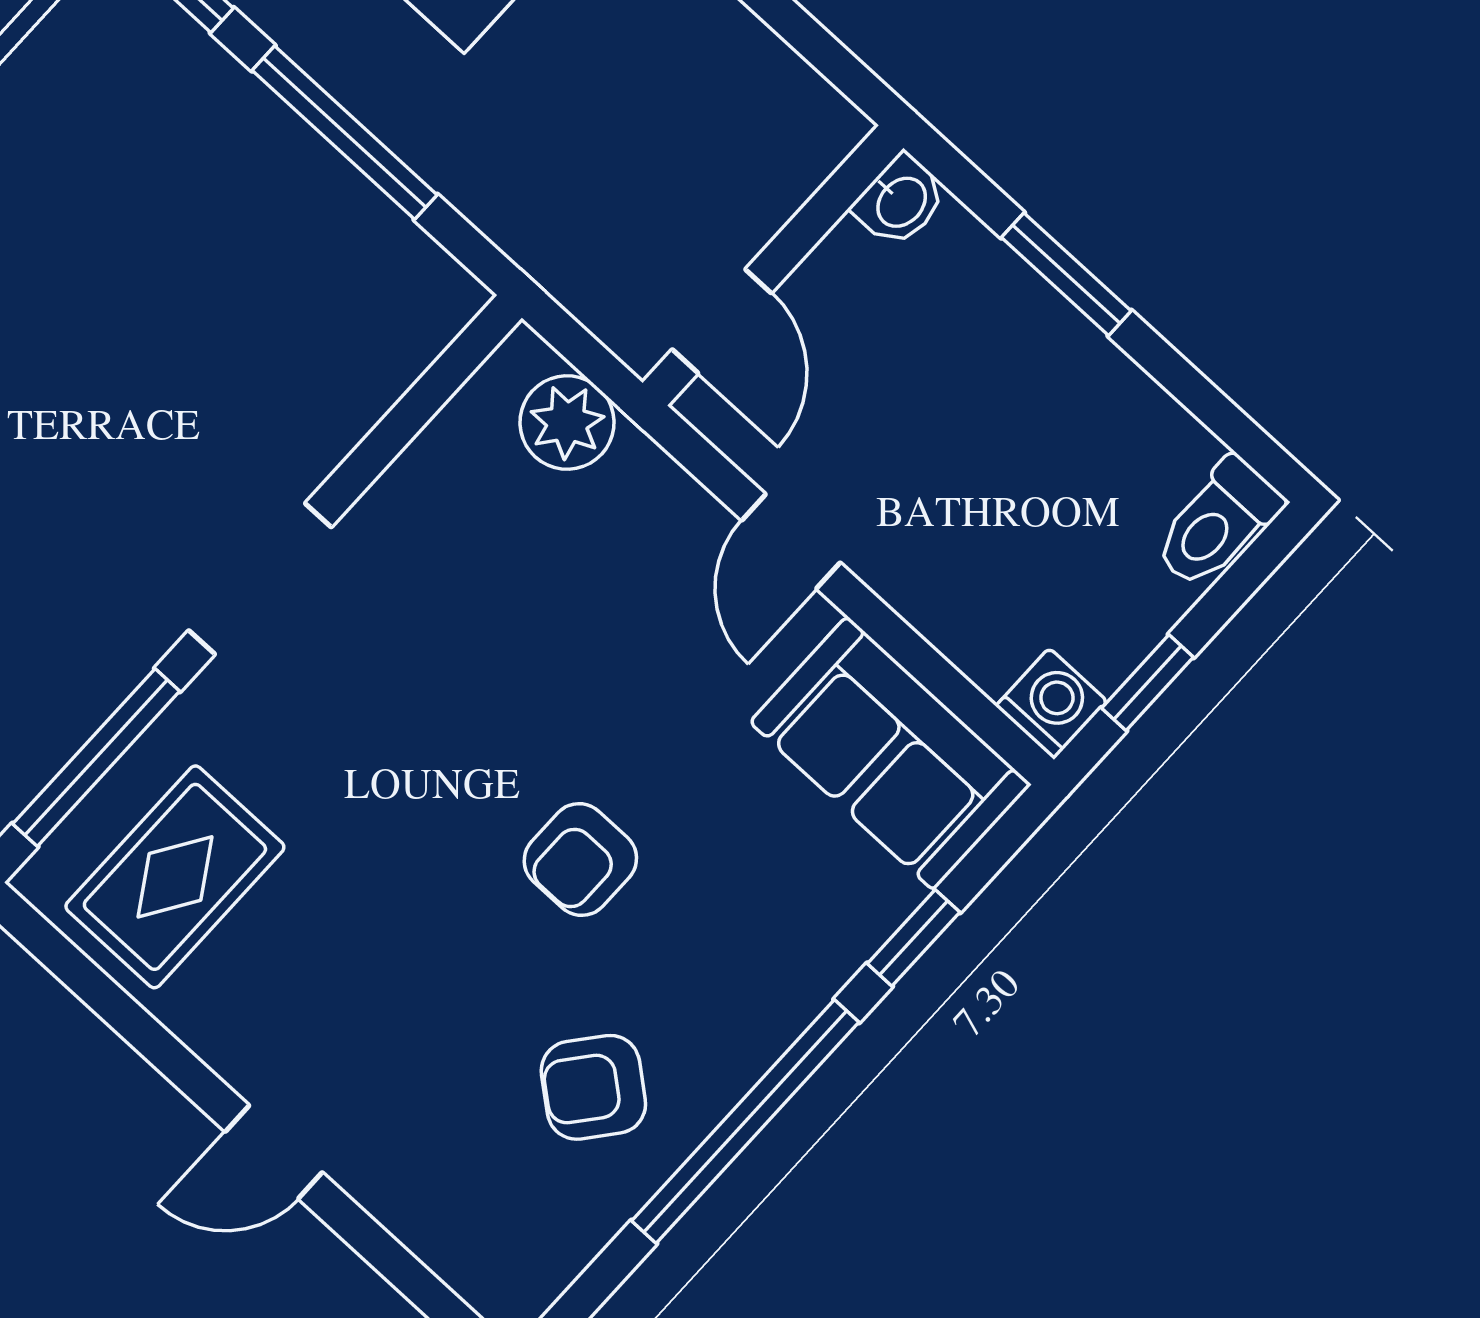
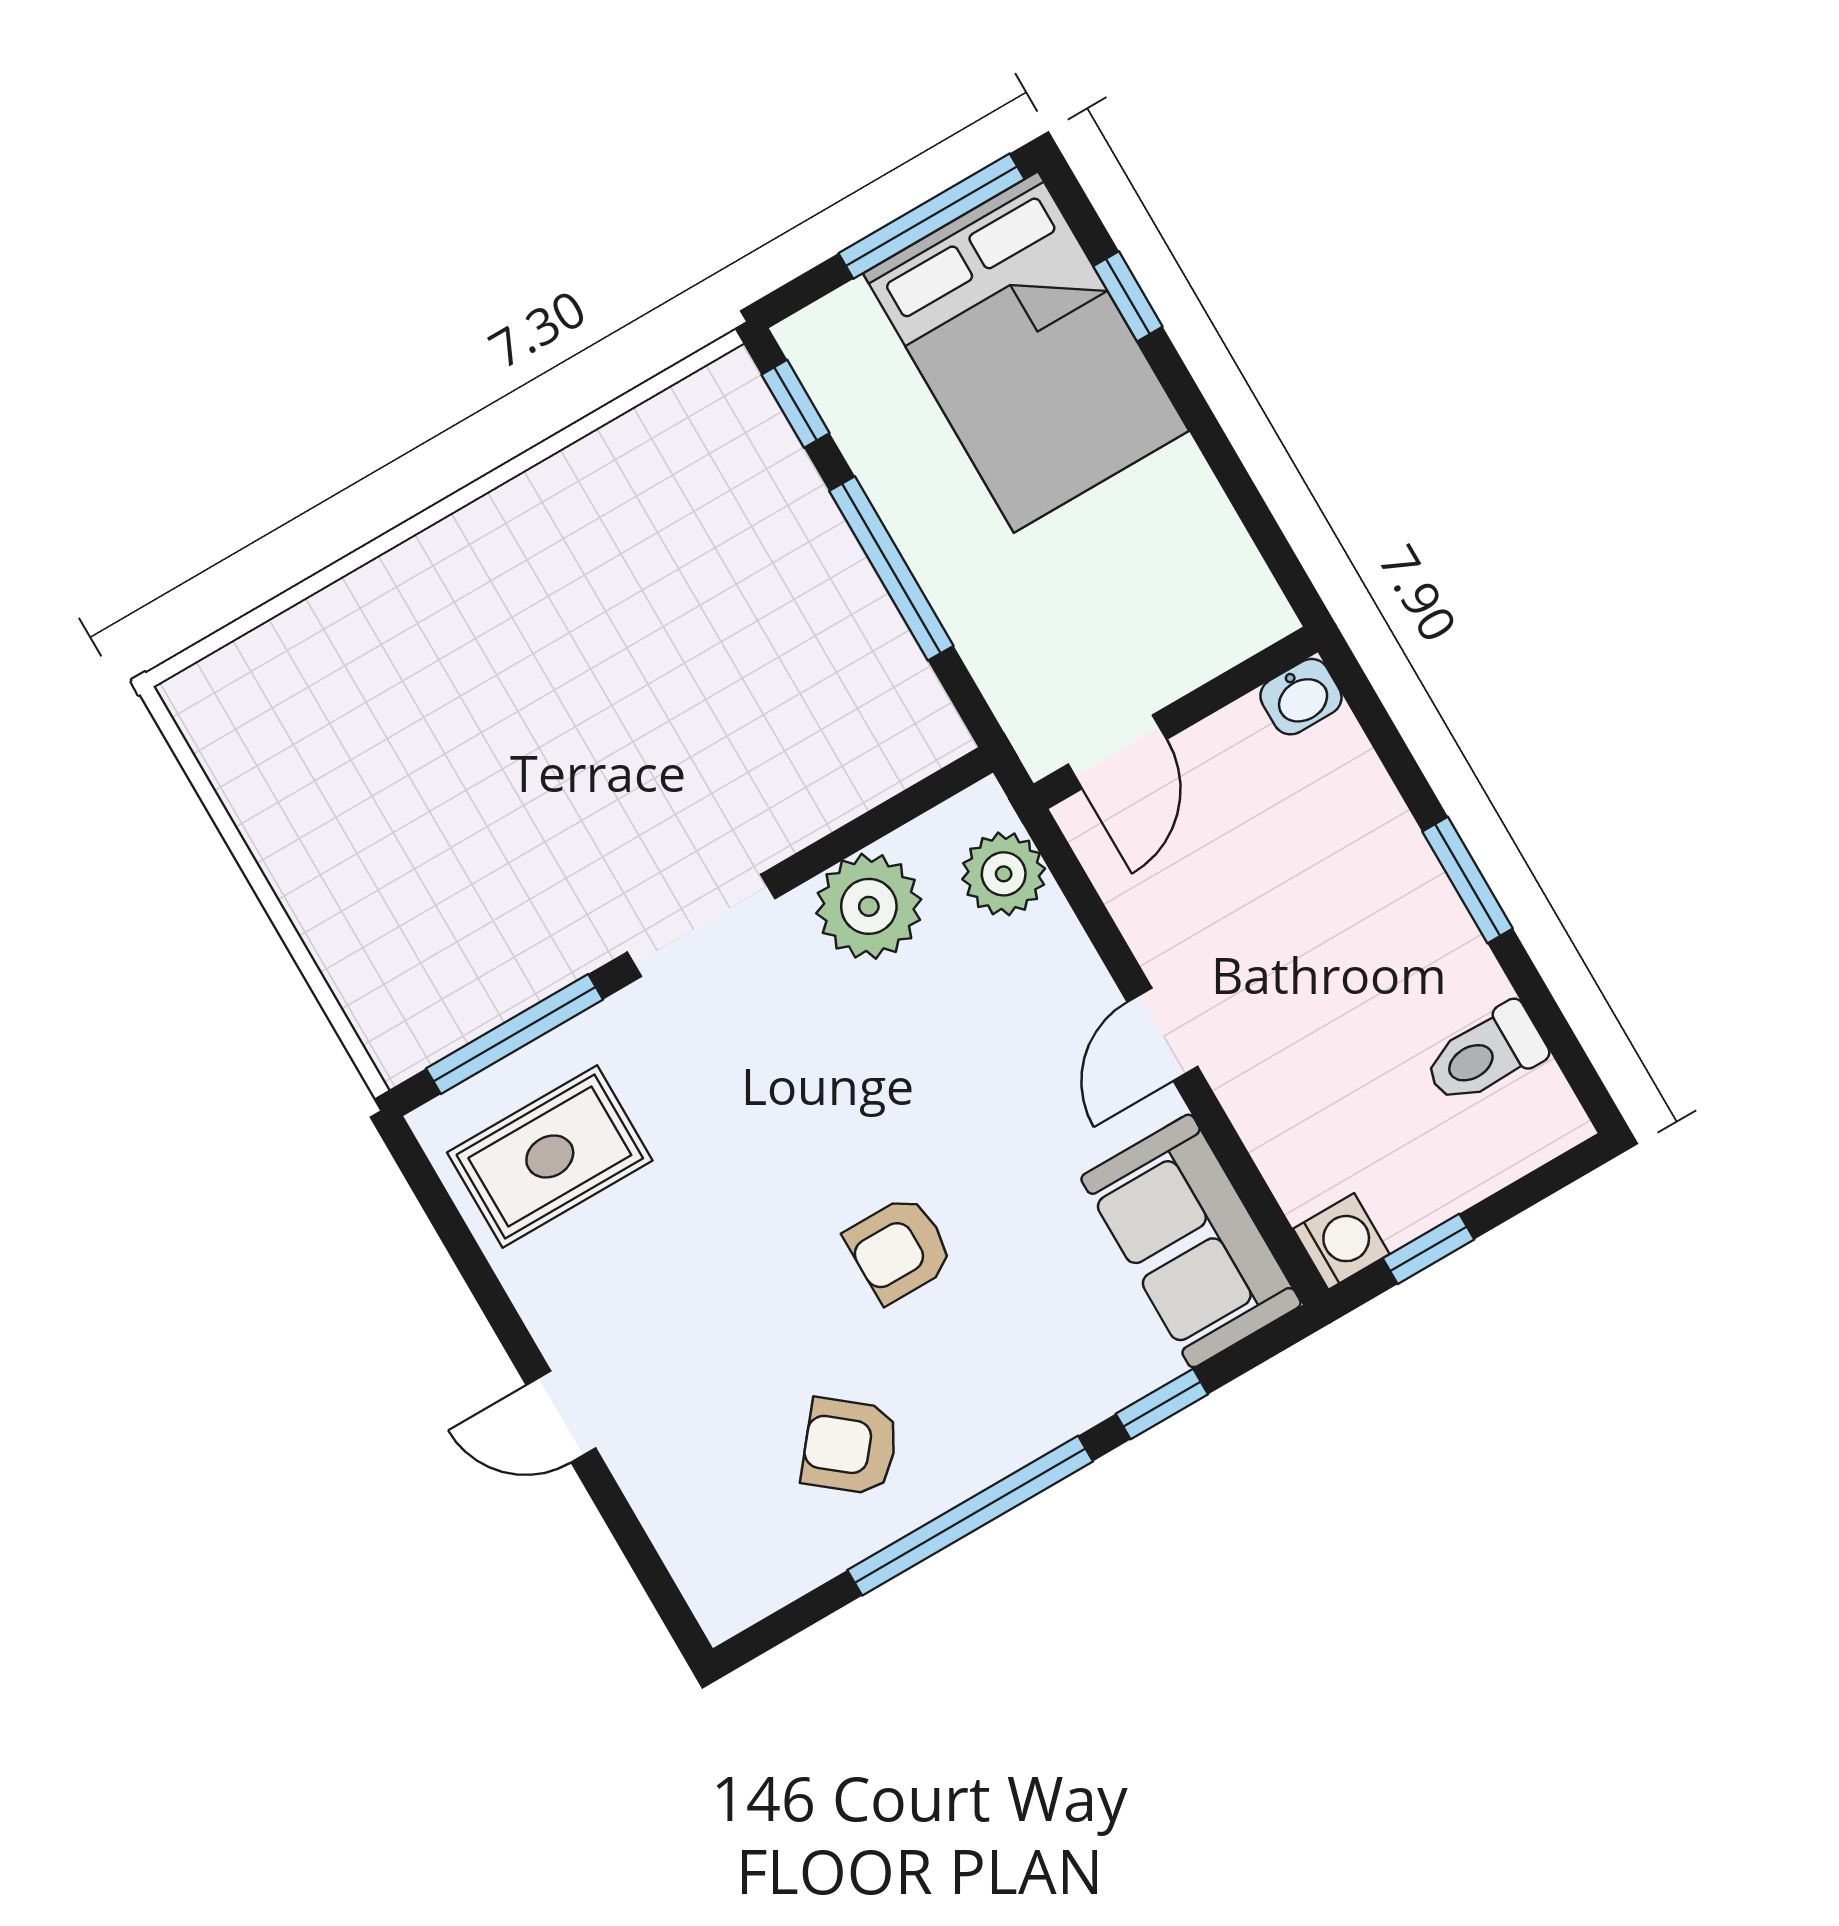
washbasin: (900, 201) -> (1301, 697), moved
wall: (773, 265) -> (1176, 718), moved
door: (722, 321) -> (1117, 752), moved
plant: (433, 502) -> (869, 906), added
toilet: (1217, 523) -> (1485, 1055), moved

